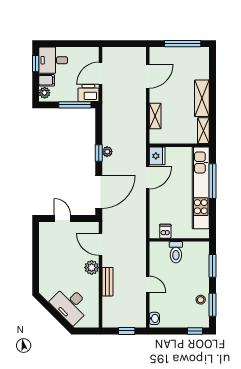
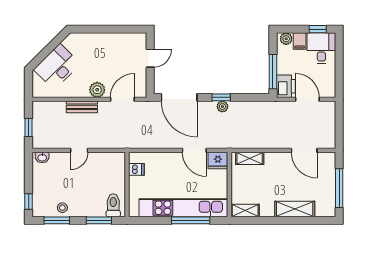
shelving: (202, 98) -> (295, 209), moved
shelving: (155, 116) -> (250, 158), moved
toilet: (176, 252) -> (113, 205), moved, turned 90

